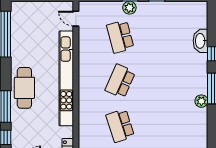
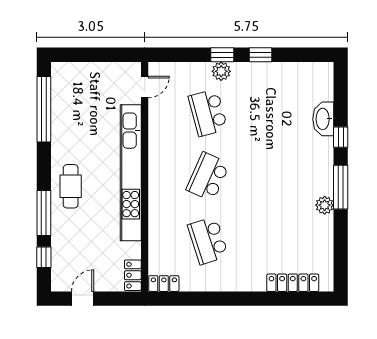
door: (76, 19) -> (145, 87), swing flipped
cafe table: (24, 88) -> (71, 186), width x0.73, depth x0.74

